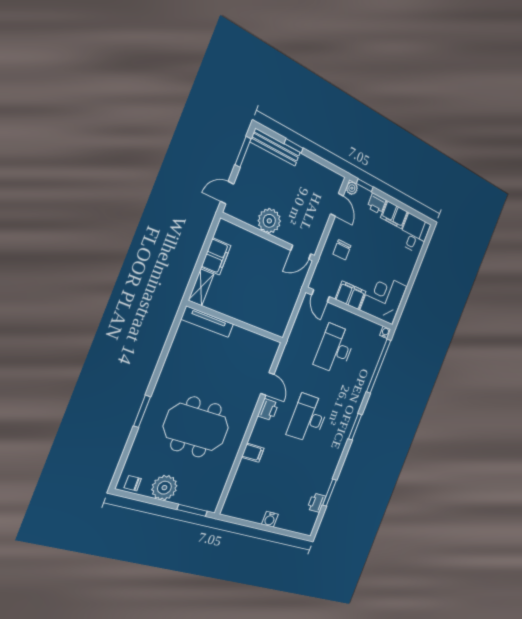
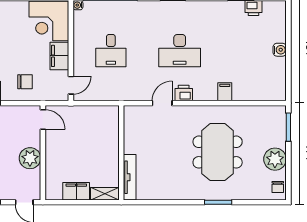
desk: (335, 349) -> (111, 51), width x0.73

